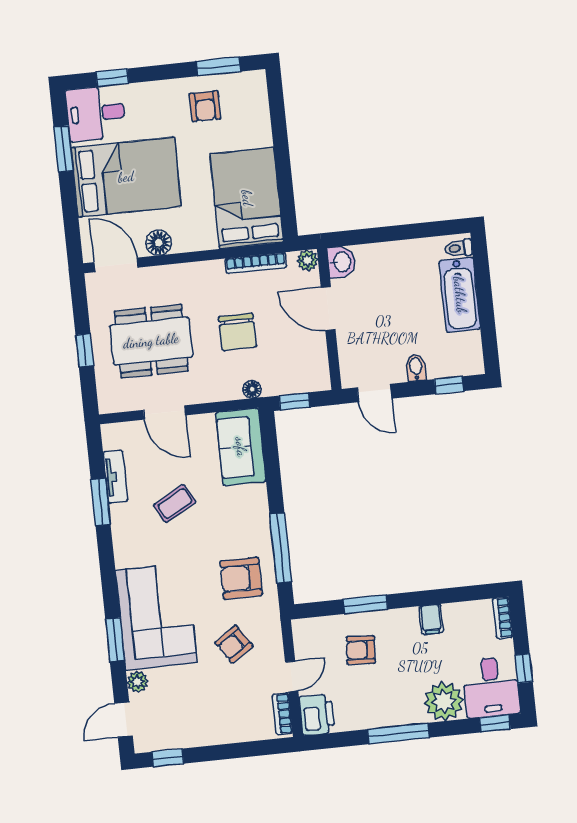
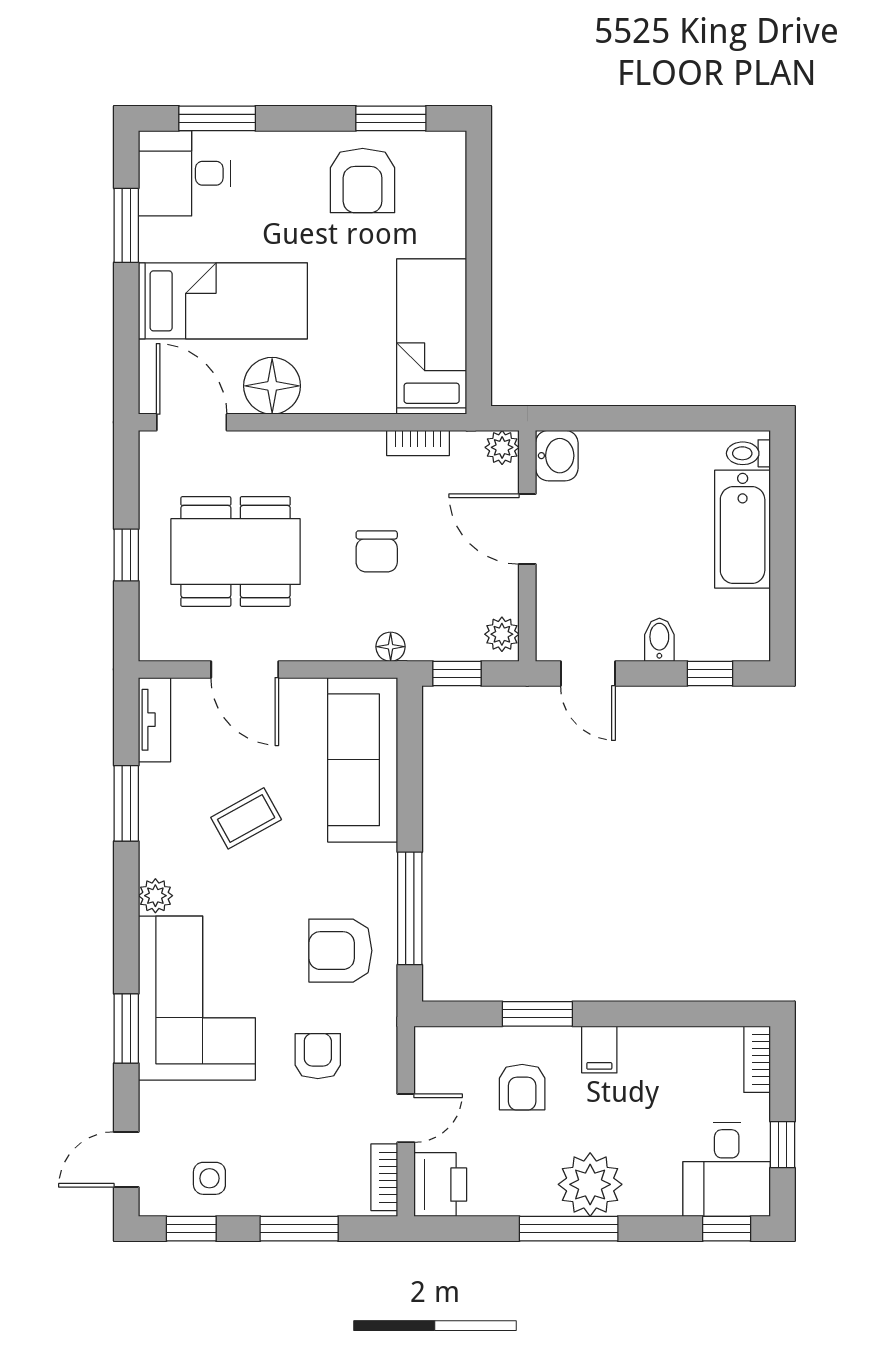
window: (112, 78) -> (217, 118), width x1.50
armchair: (205, 106) -> (363, 181), width x1.38, depth x1.38
bed: (126, 177) -> (223, 301), width x0.67
bed: (247, 198) -> (432, 337), width x0.67
floor lamp: (159, 243) -> (272, 386), width x1.38, depth x1.38
bookcase: (256, 263) -> (418, 443), width x0.64
chair: (238, 332) -> (377, 551), width x0.73, depth x0.73
plant: (319, 375) -> (502, 634), added
sofa: (241, 447) -> (363, 760), width x1.36
tv unit: (115, 477) -> (154, 720), moved
filing cabinet: (431, 619) -> (599, 1049), moved
armchair: (234, 644) -> (318, 1056), turned 124
armchair: (361, 650) -> (522, 1087), turned -94
plant: (138, 682) -> (155, 896), moved
plant: (444, 701) -> (590, 1184), moved
side table: (176, 726) -> (209, 1178), added
window: (234, 751) -> (299, 1229), added

